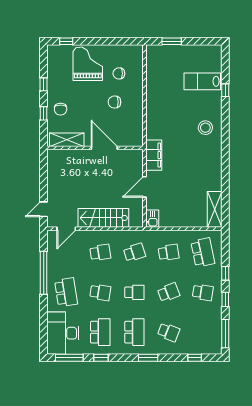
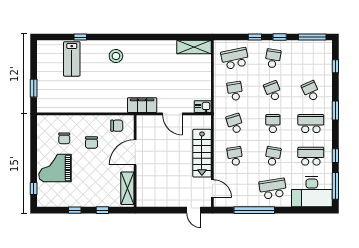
chair: (61, 109) -> (117, 126), moved
school desk: (169, 332) -> (311, 91), turned -45

